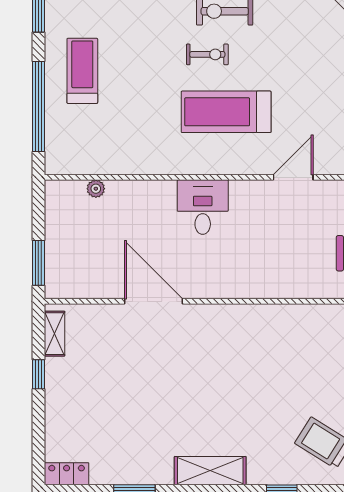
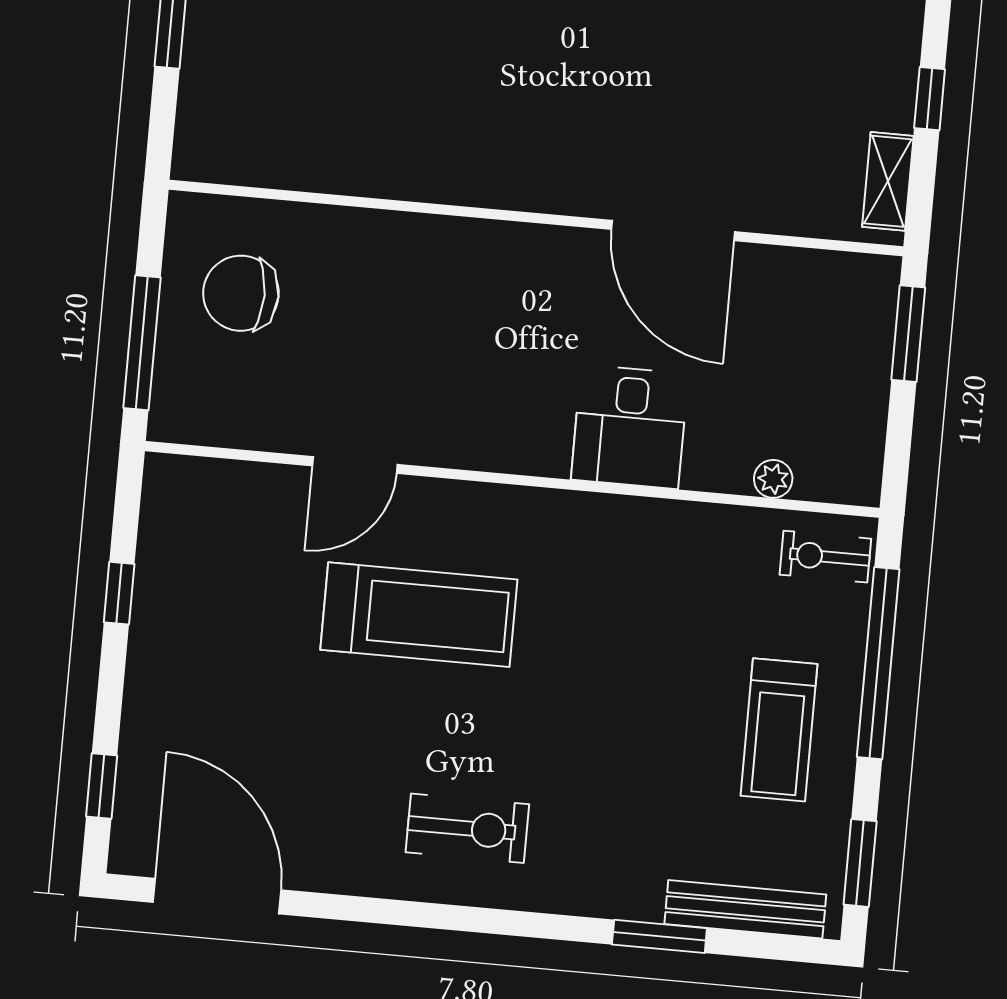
exercise bike: (207, 54) -> (825, 557), moved
treadmill: (226, 112) -> (419, 615), moved
desk: (203, 207) -> (630, 427), moved

